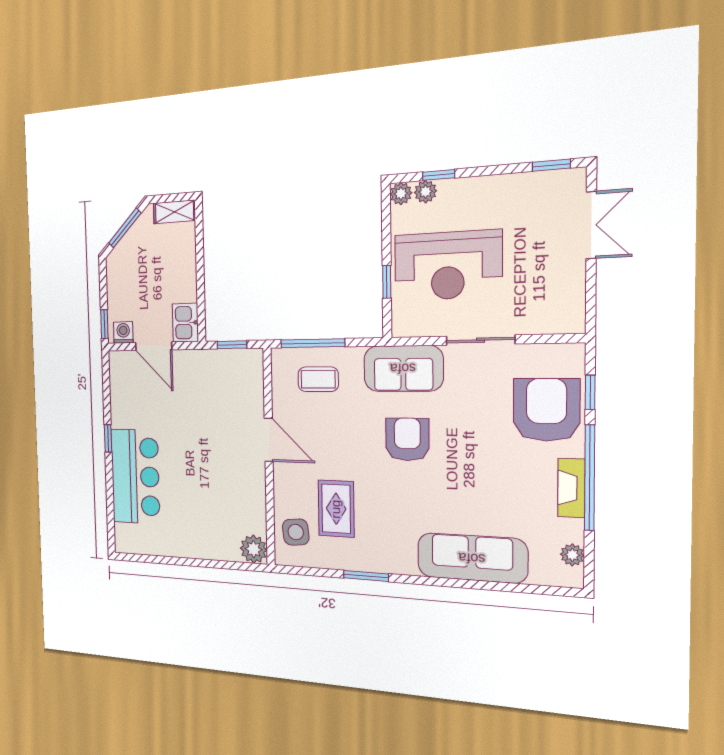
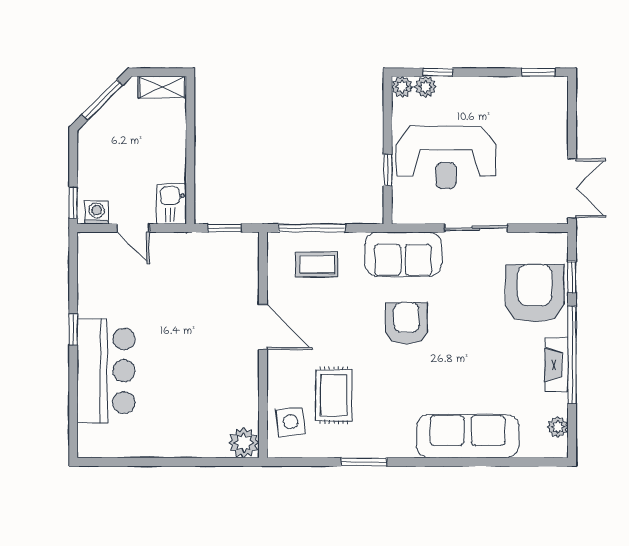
double door: (591, 225) -> (572, 188), moved
door: (154, 346) -> (133, 228), width x0.73

